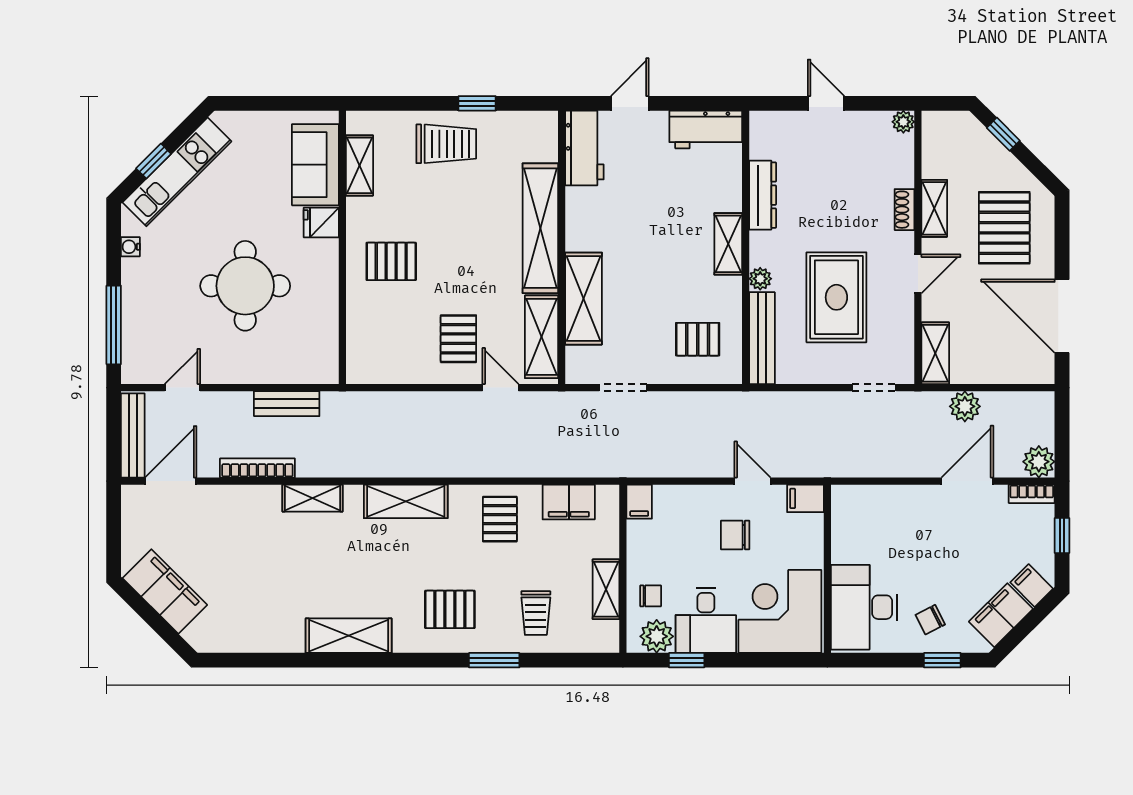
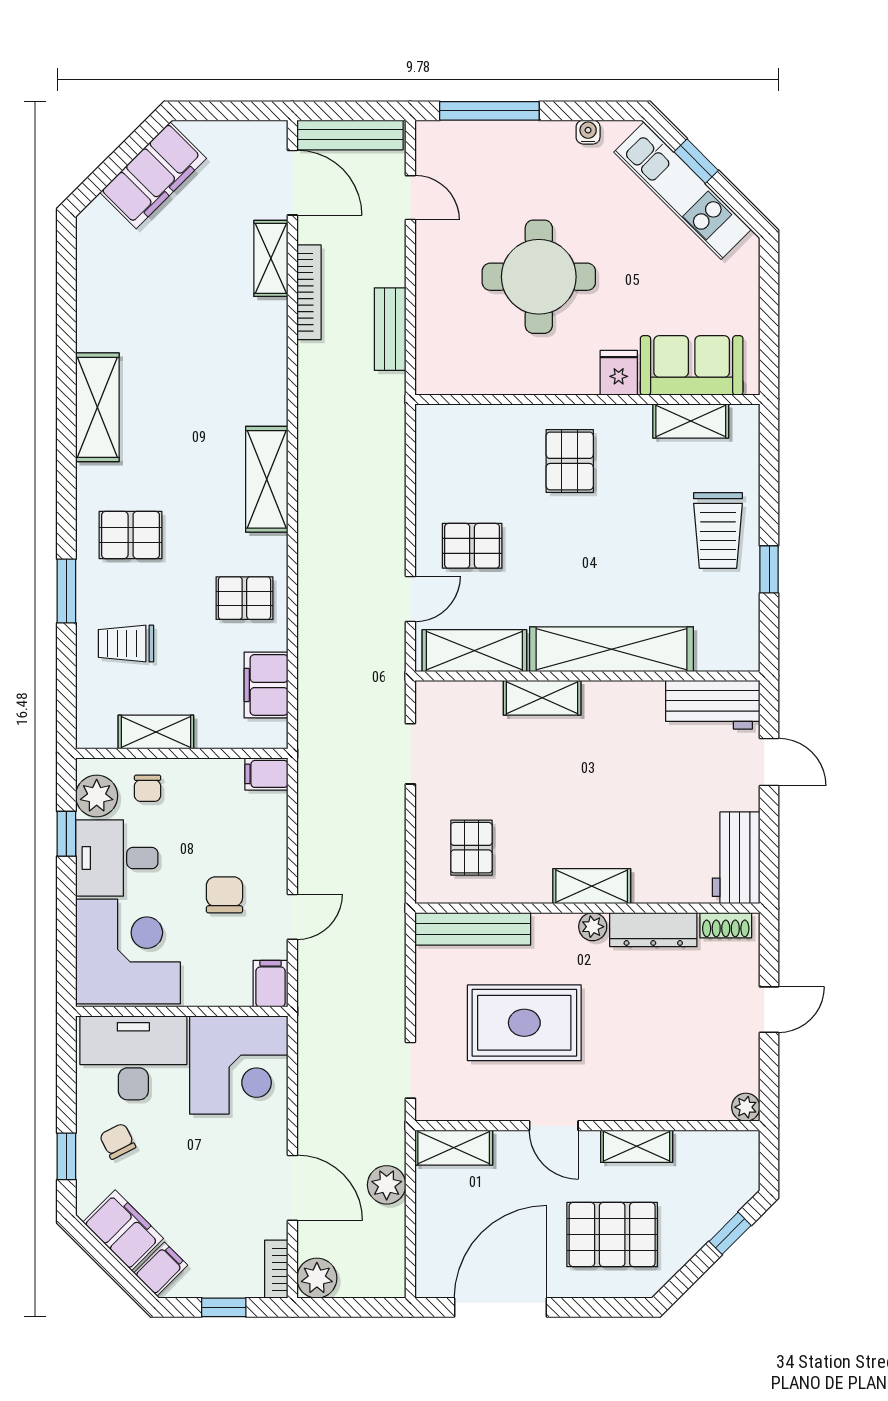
shoe rack: (904, 210) -> (726, 925), moved, turned 180
plant: (760, 279) -> (593, 927), moved
shelving: (583, 299) -> (542, 698), width x0.67, depth x0.75
shelving: (312, 498) -> (271, 258), moved
corner desk: (870, 524) -> (239, 1065), added
pallet: (450, 609) -> (131, 535), turned 90

